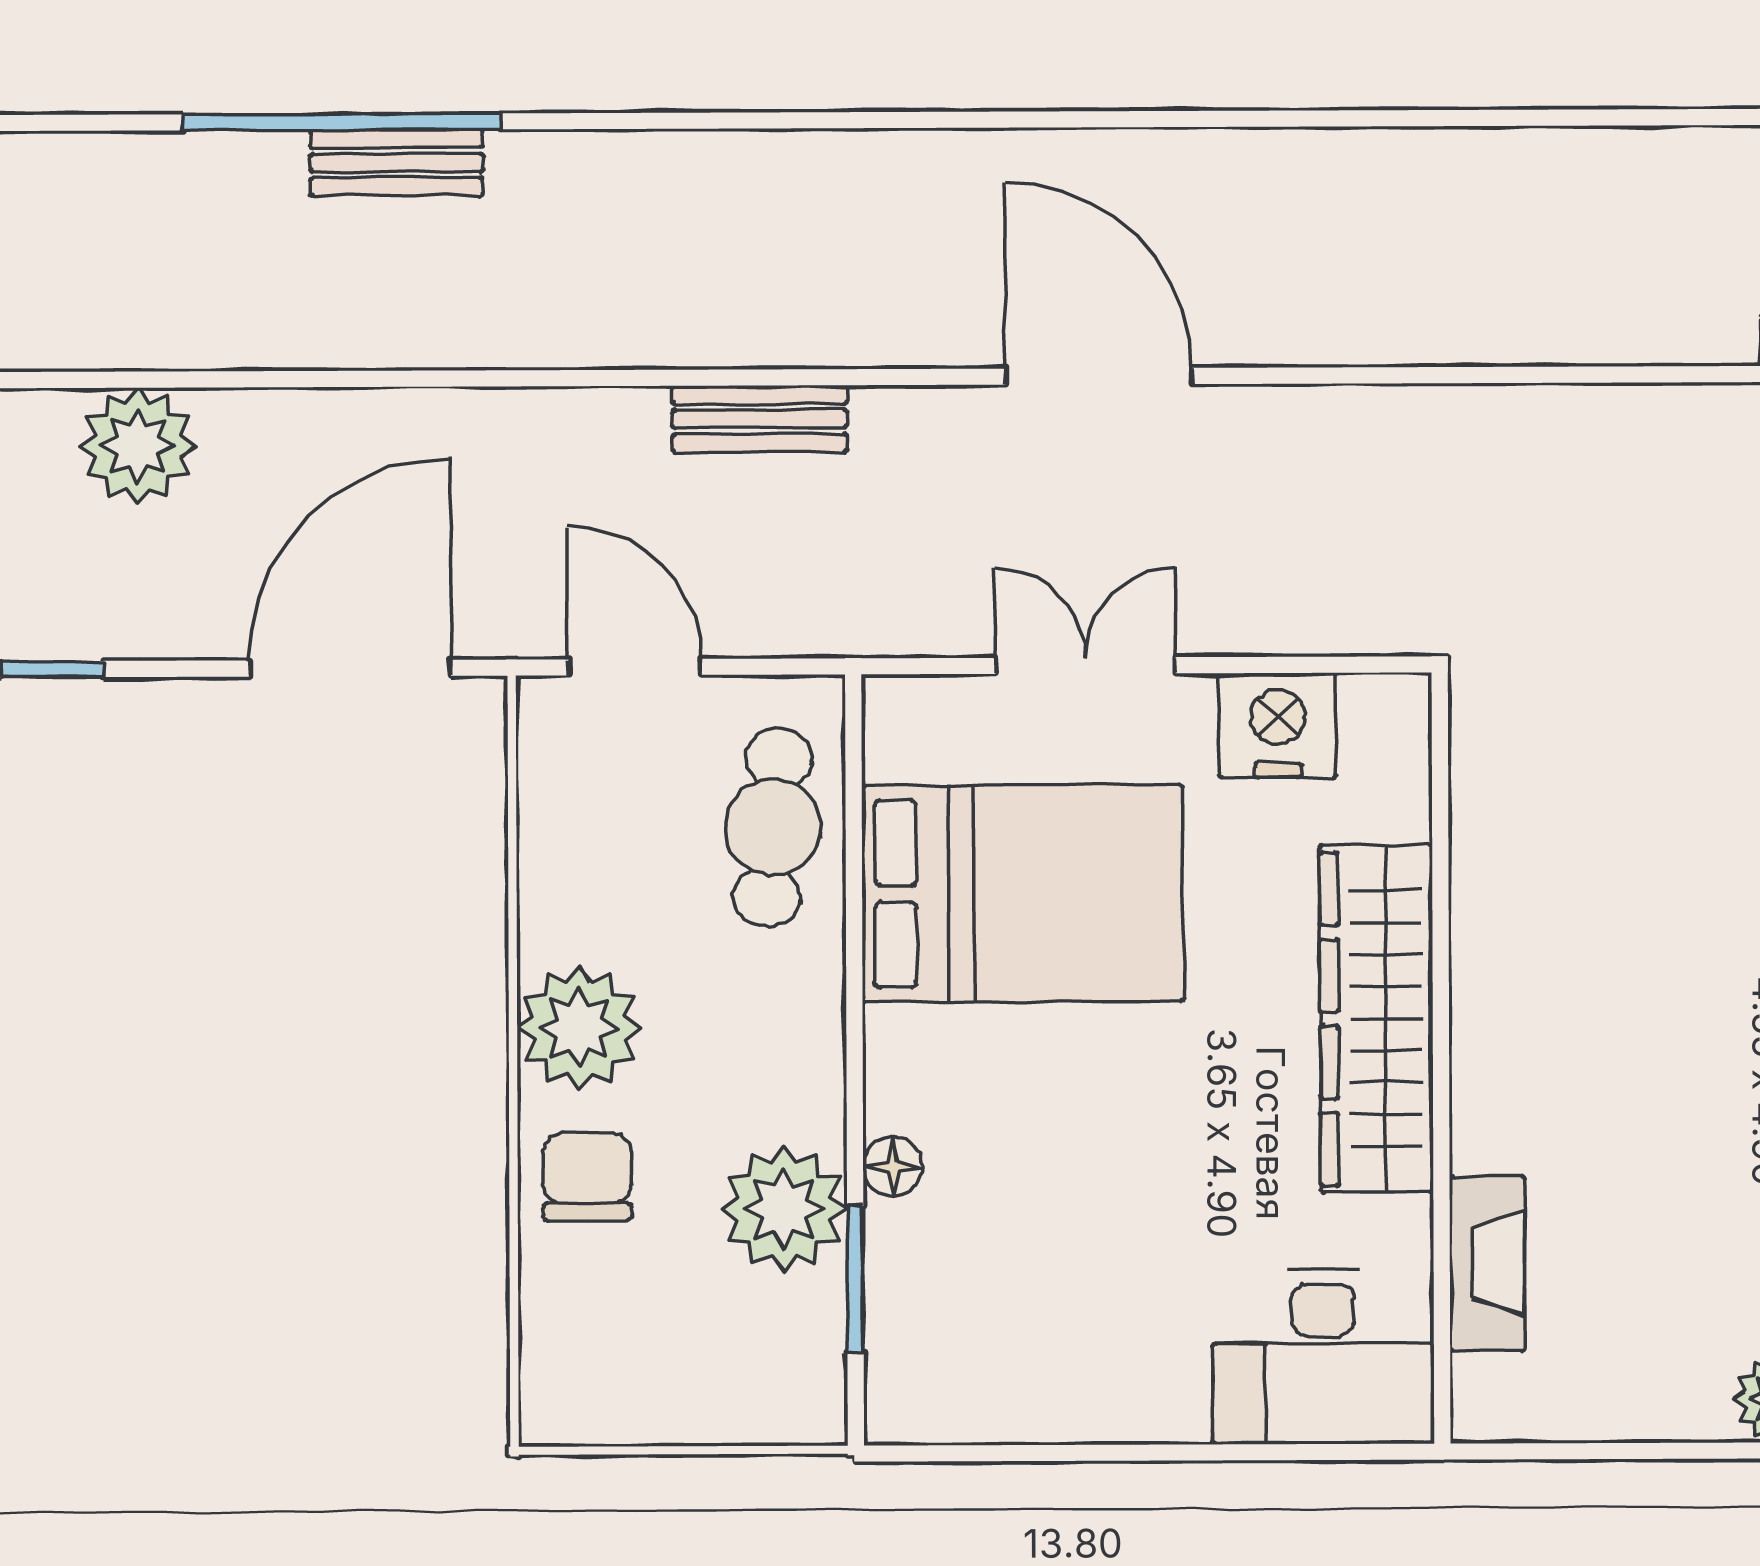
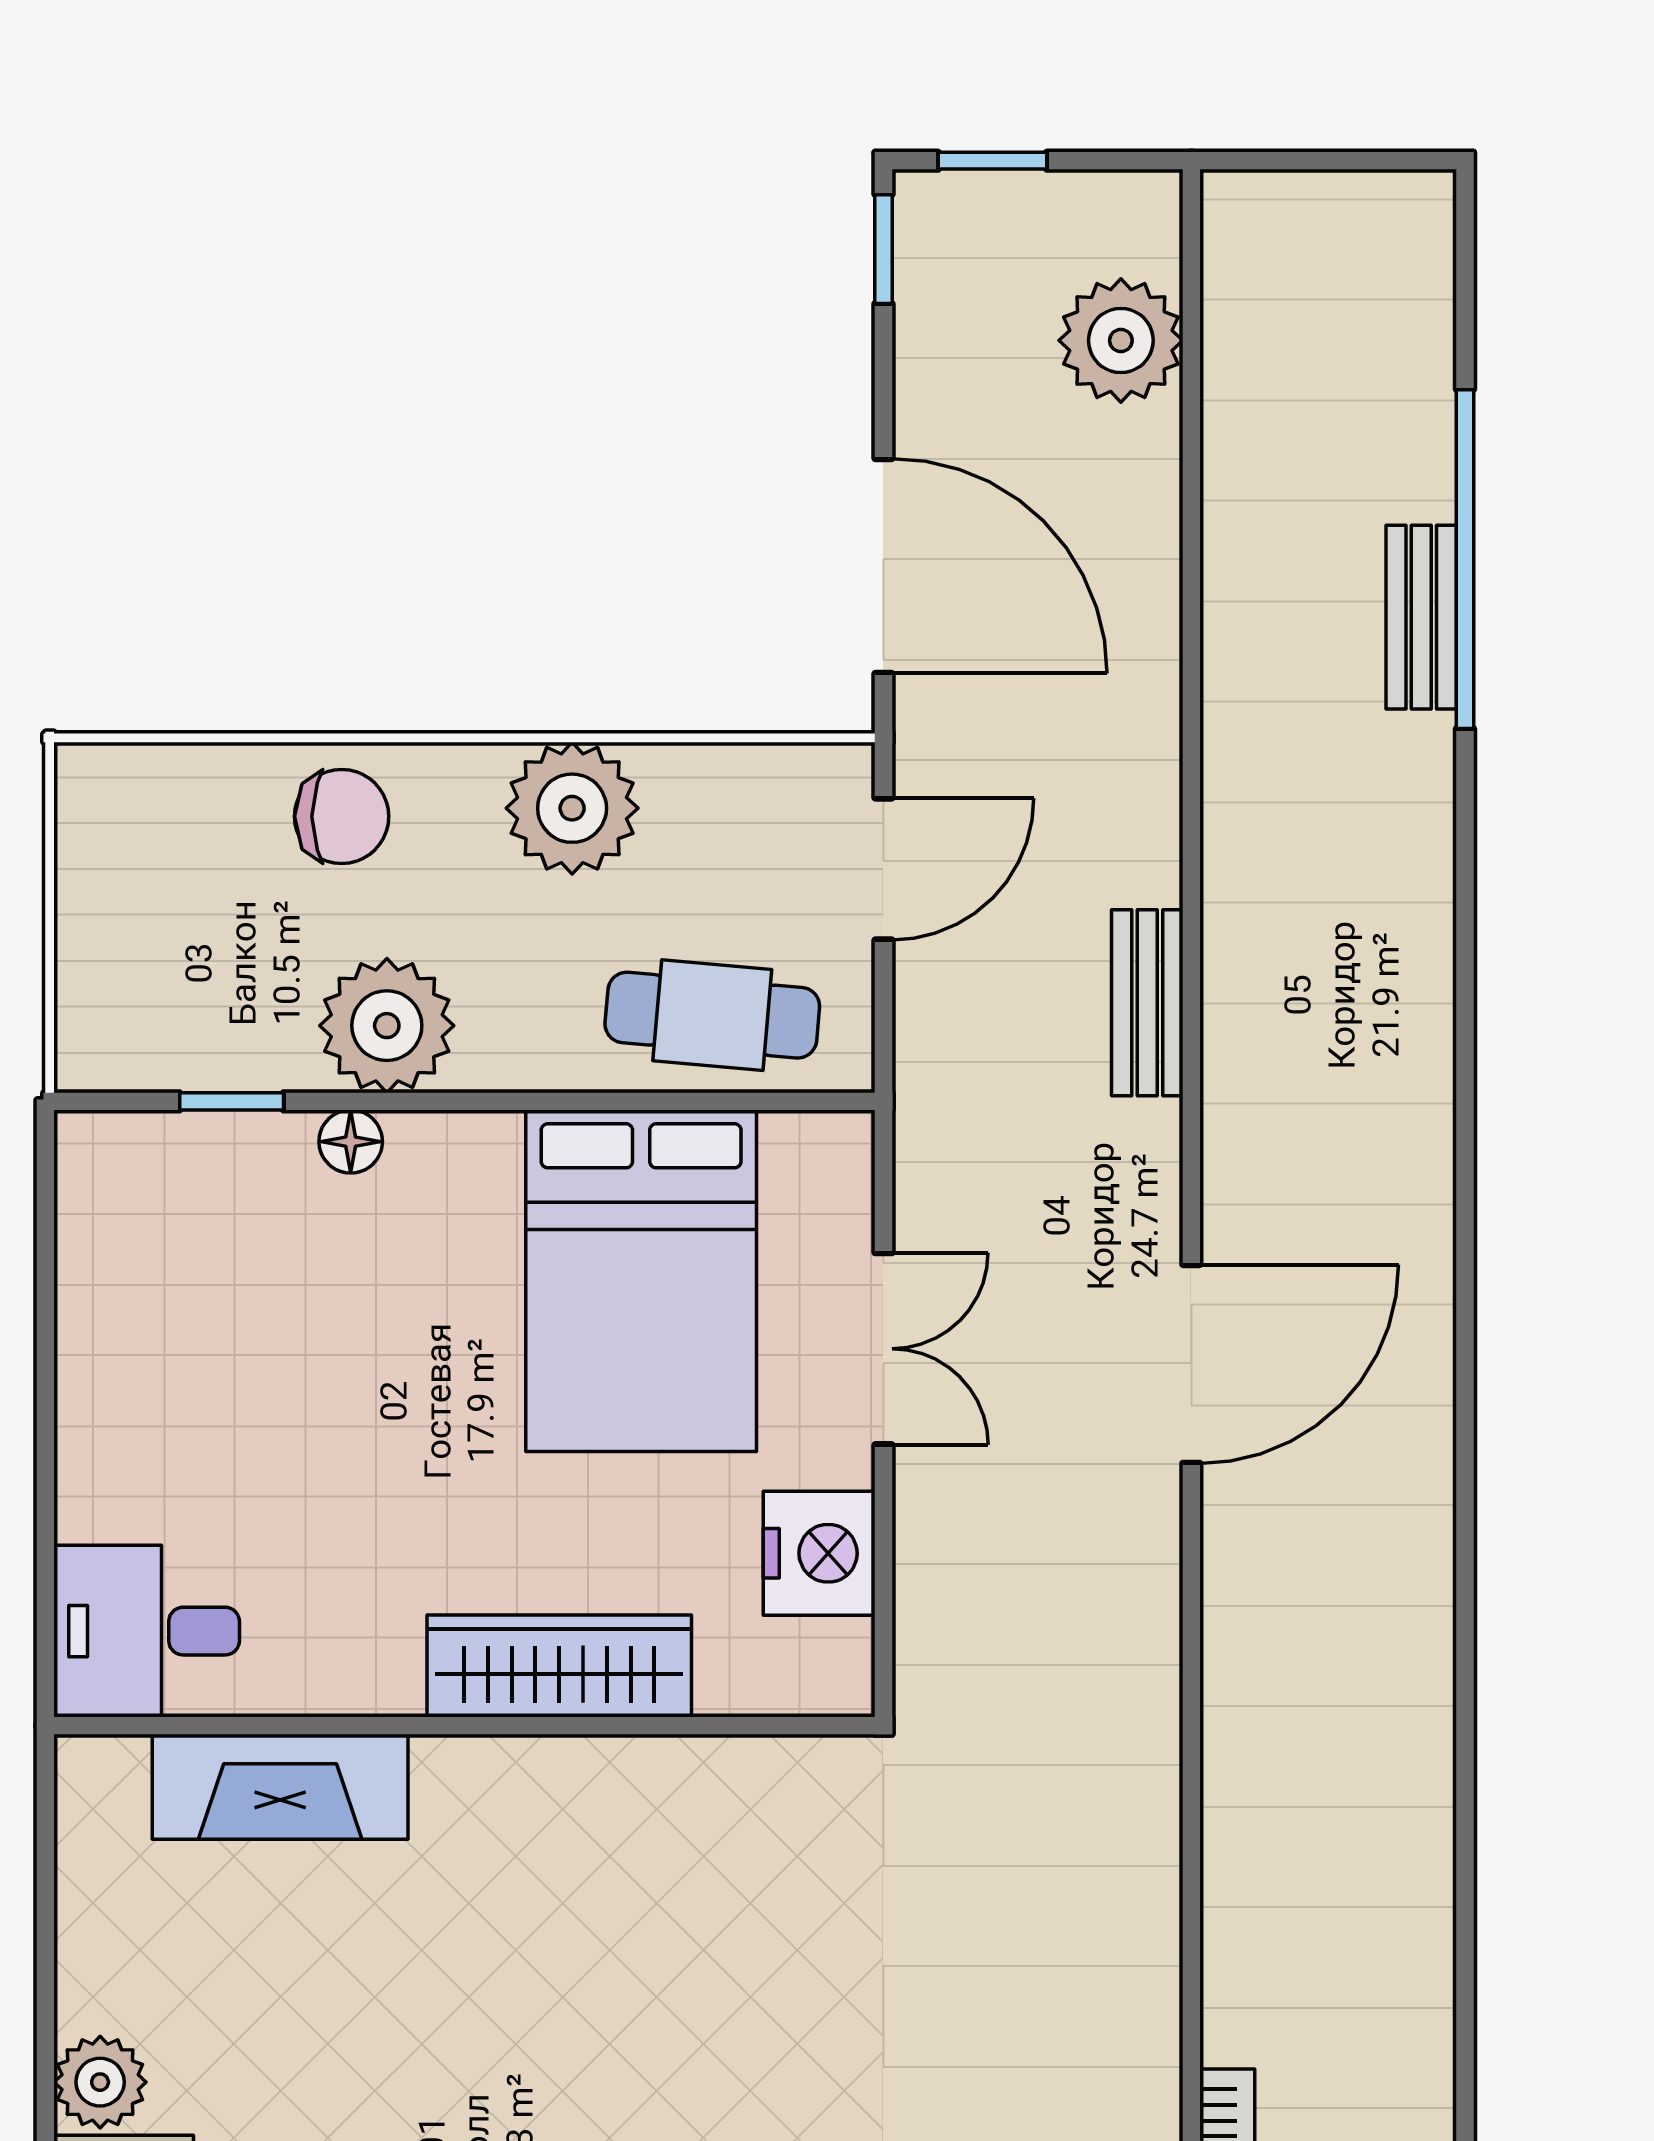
wardrobe: (1377, 1019) -> (559, 1666), width x0.71, depth x0.85
plant: (579, 1028) -> (572, 808), moved
plant: (784, 1209) -> (387, 1026), moved
fireplace: (1487, 1263) -> (280, 1787), width x1.37, depth x1.32
window: (855, 1279) -> (232, 1101), width x0.67
desk: (1323, 1357) -> (147, 1631), width x0.73

